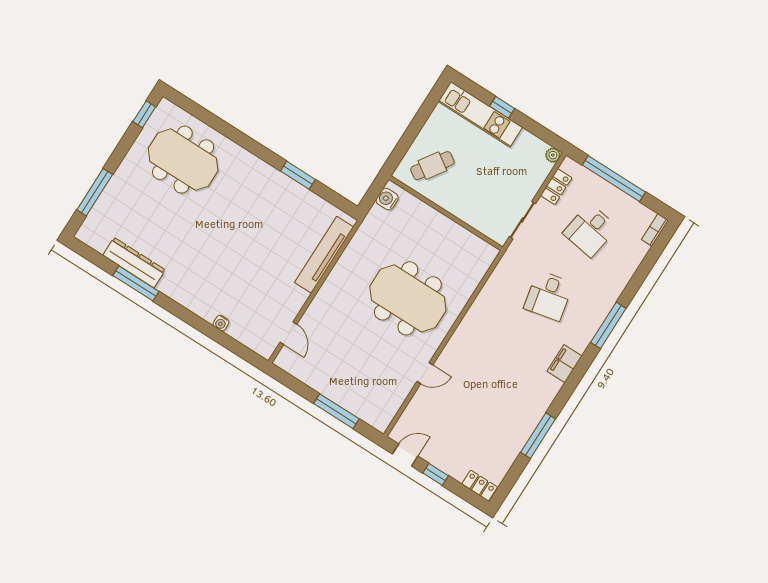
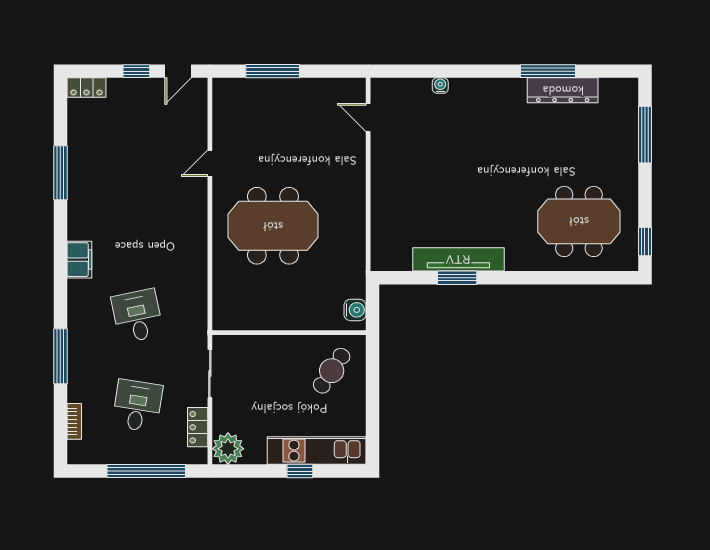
plant: (553, 155) -> (228, 449), width x1.88, depth x1.88
bookcase: (655, 230) -> (74, 421), moved
tv unit: (324, 255) -> (458, 259), moved, turned -90
window: (608, 325) -> (60, 356), moved

